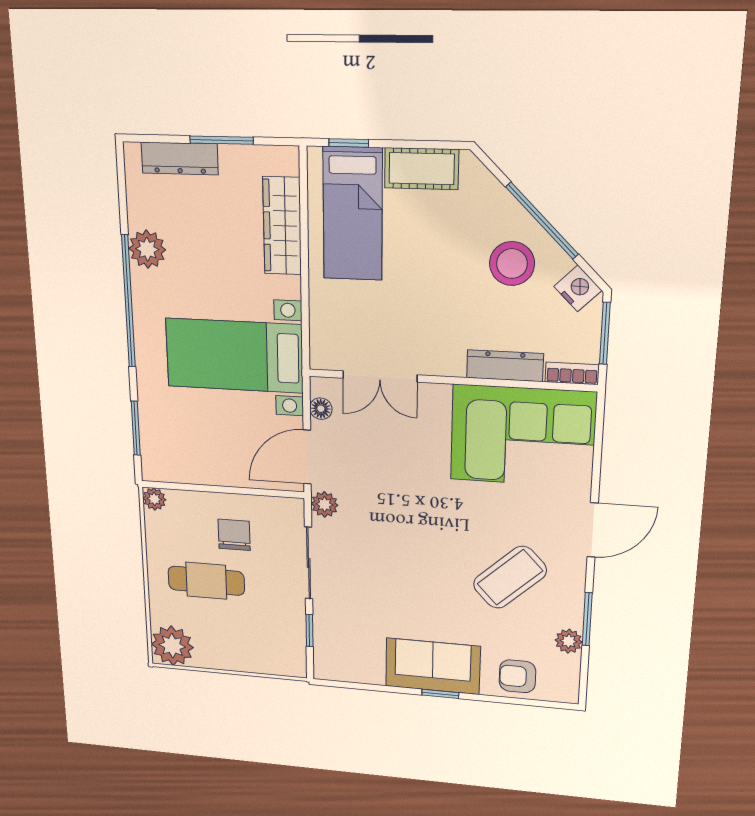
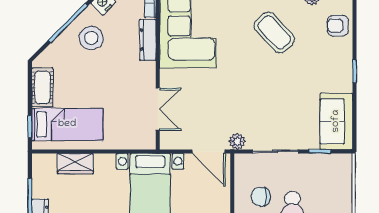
wardrobe: (282, 226) -> (75, 164), width x0.67
floor lamp: (321, 409) -> (179, 143), removed
sofa: (433, 666) -> (336, 121), moved
armchair: (517, 676) -> (338, 26), turned 90

